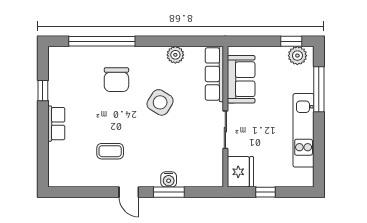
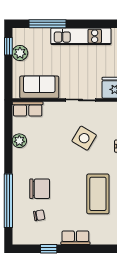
plant: (297, 56) -> (20, 53), moved
row of seats: (214, 74) -> (28, 109), width x0.68
chair: (84, 79) -> (39, 215), added
side table: (160, 102) -> (84, 138), moved
coffee table: (110, 151) -> (98, 194), width x1.86, depth x1.72

